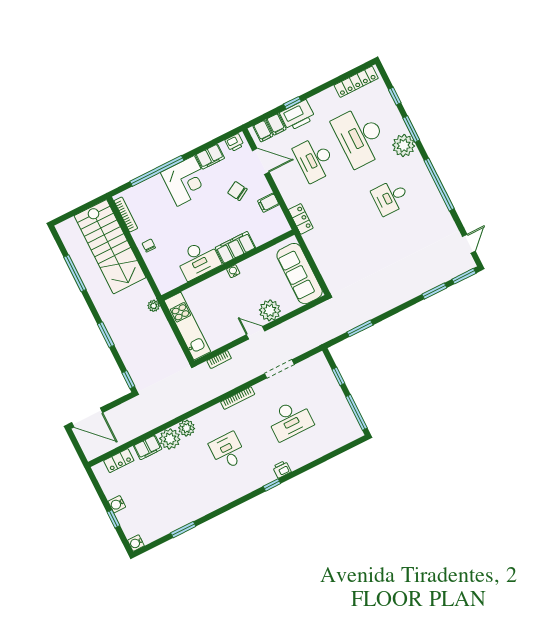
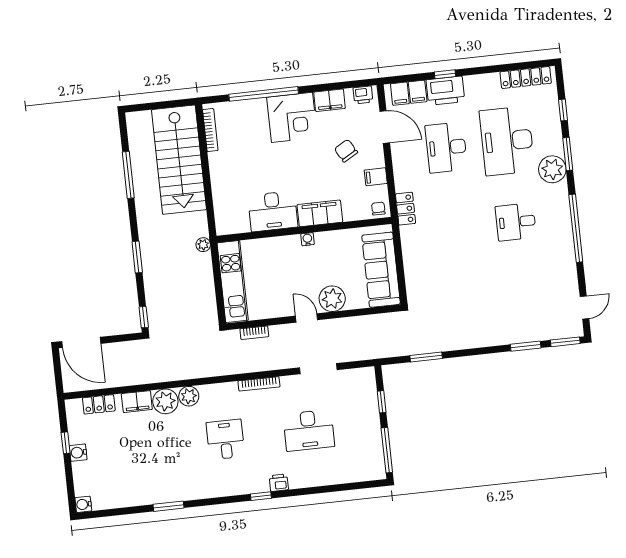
chair: (149, 246) -> (378, 209), moved
window: (113, 519) -> (66, 443), moved
window: (183, 530) -> (169, 506), moved

